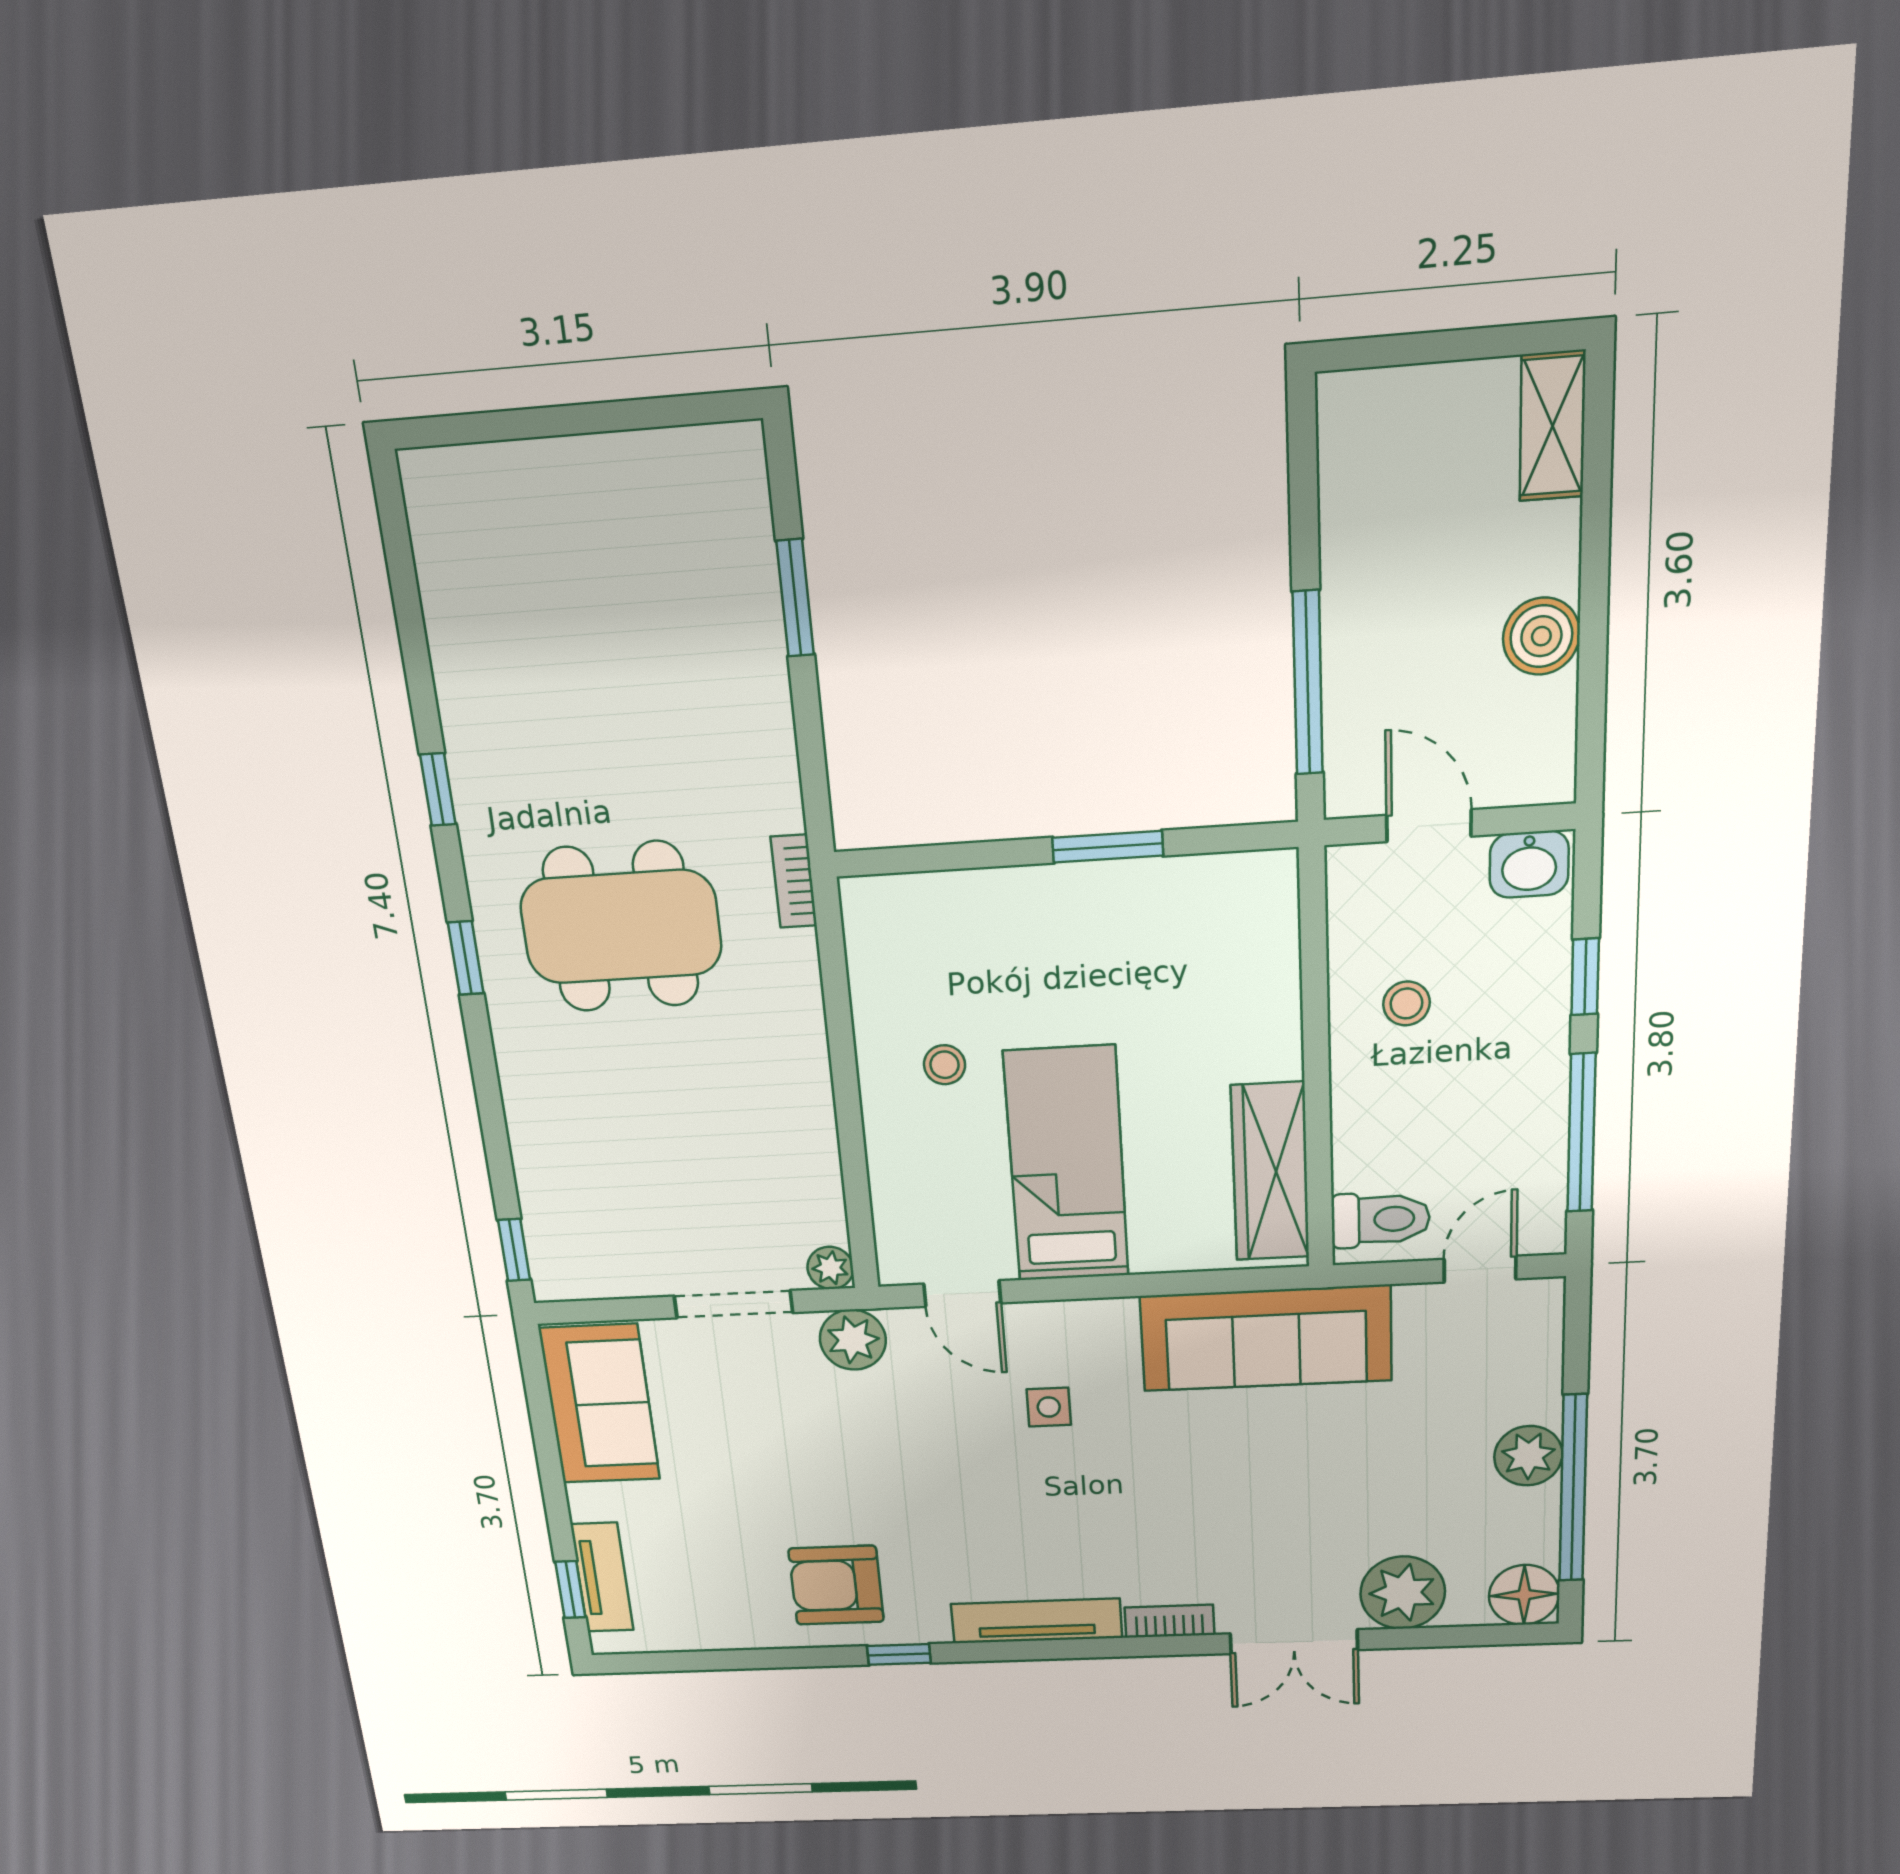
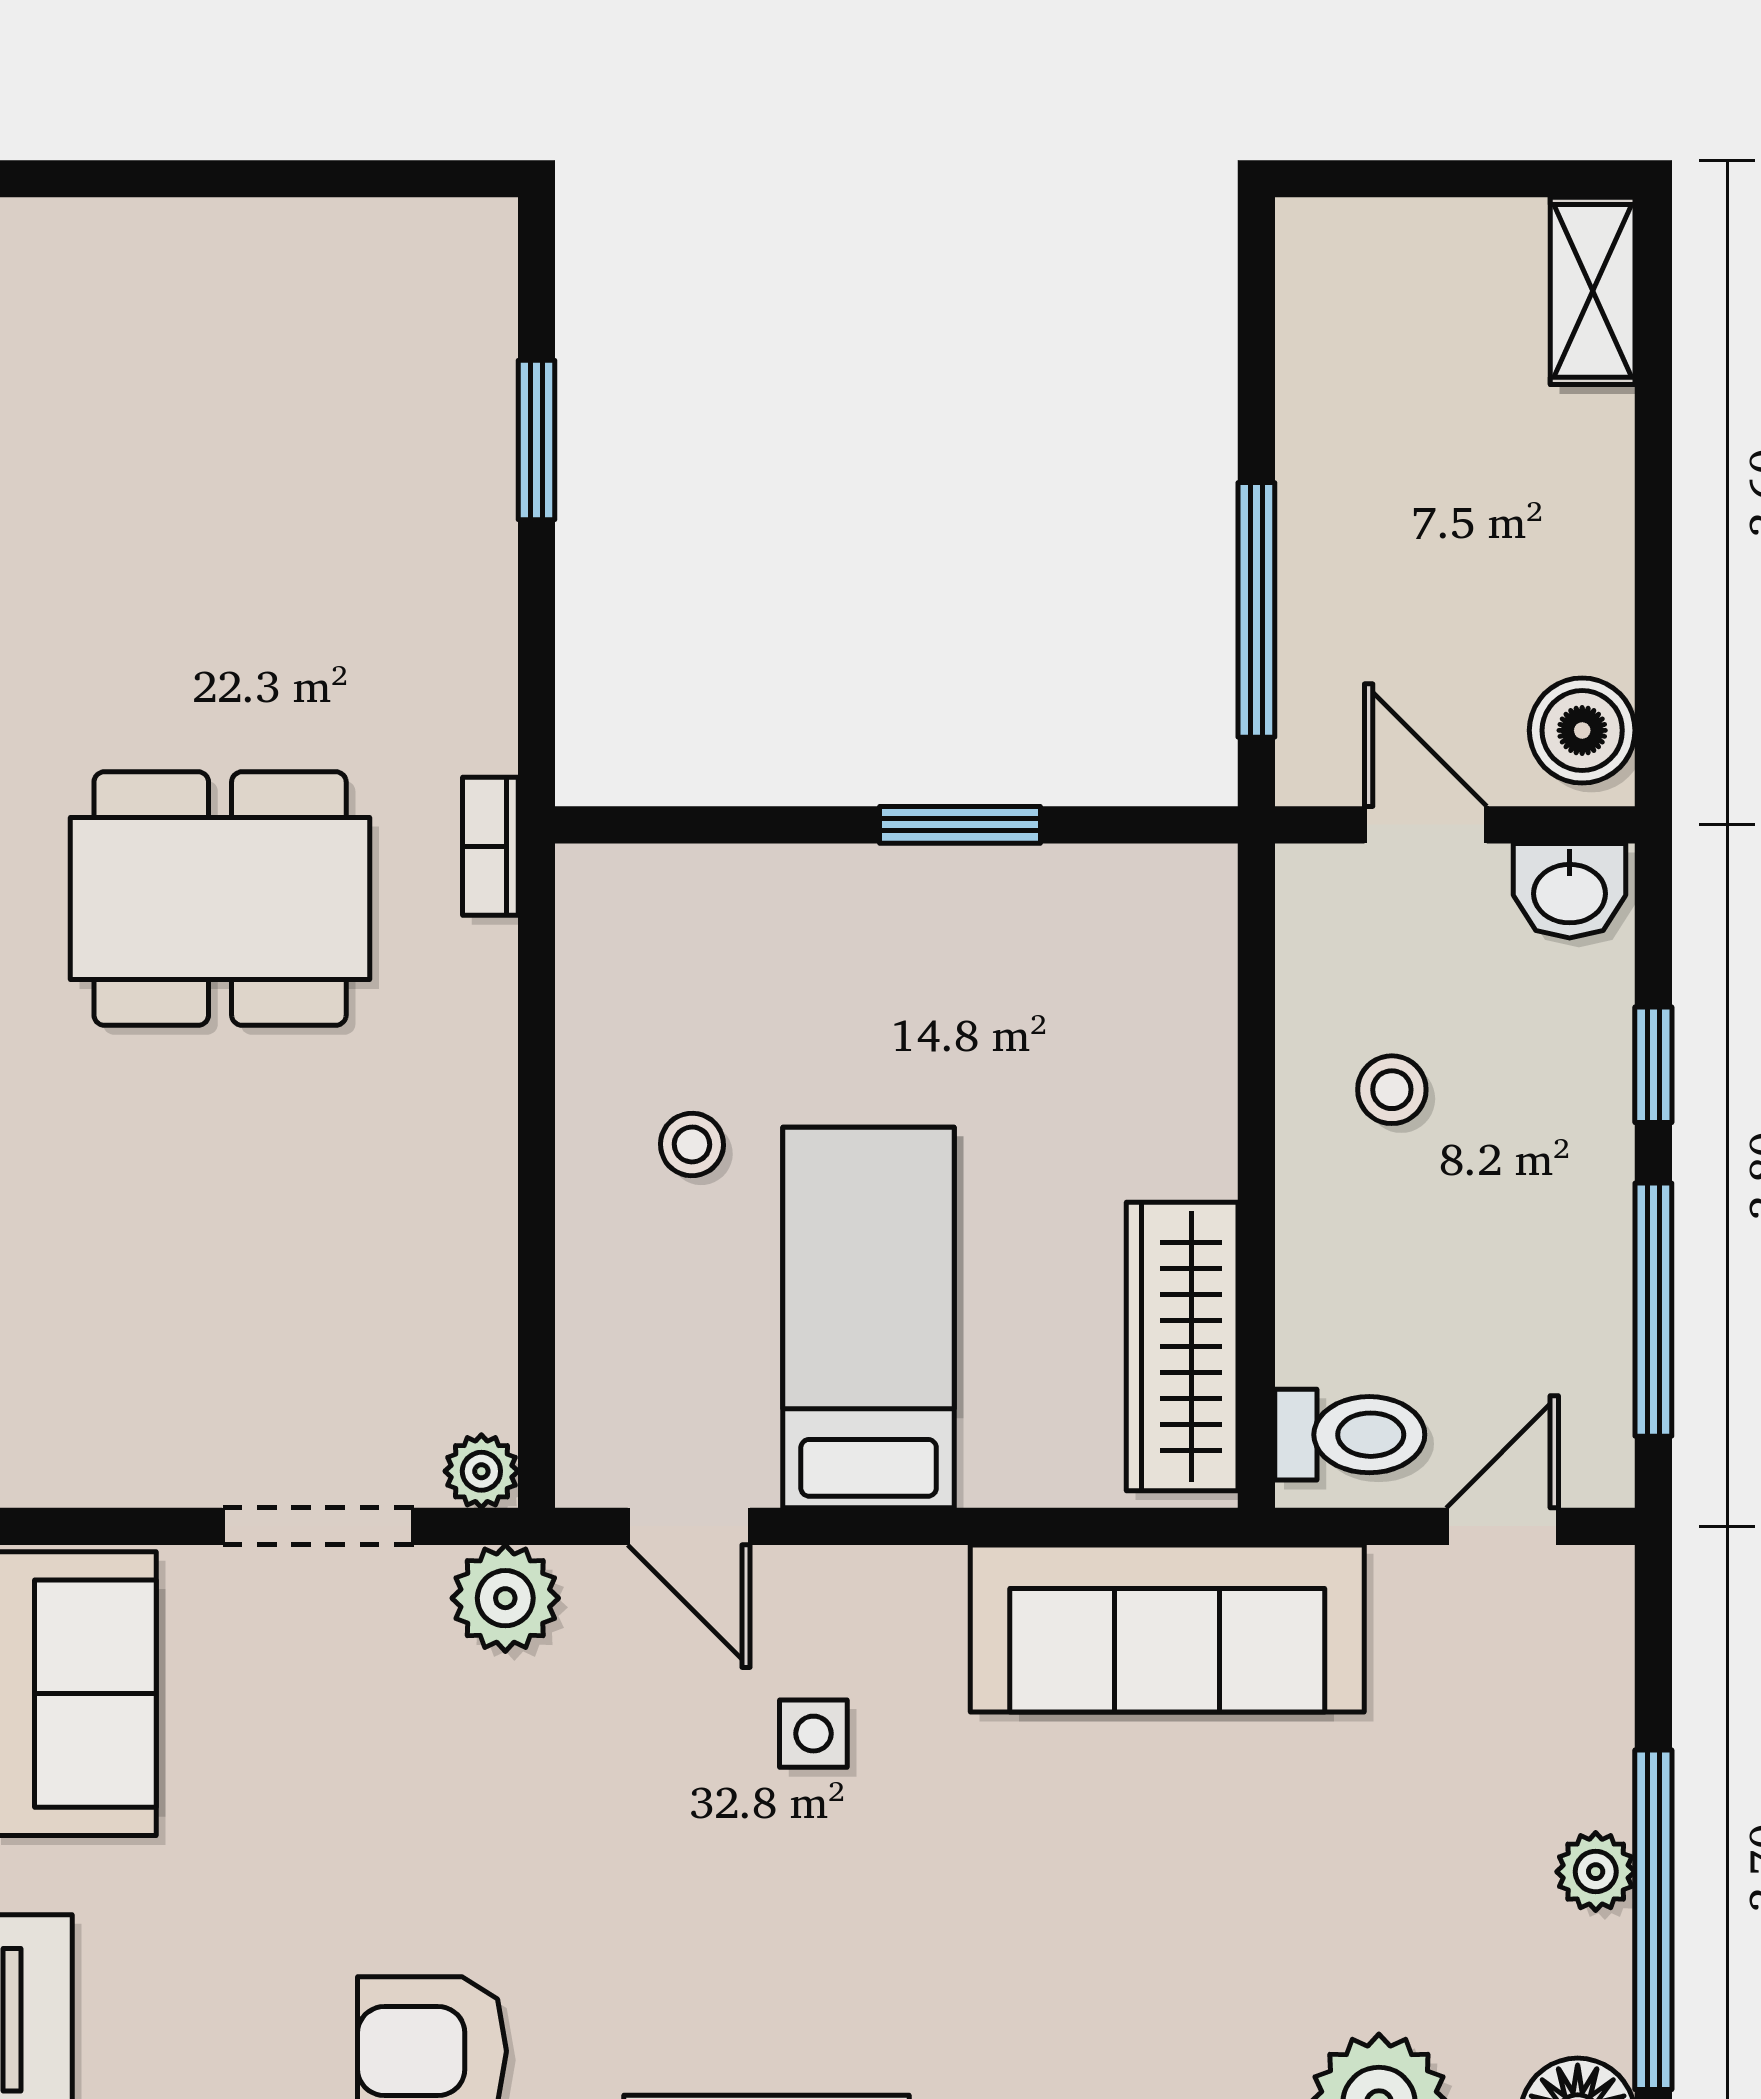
boiler: (1541, 636) -> (1582, 730), moved
plant: (1528, 1456) -> (1596, 1872), width x0.73, depth x0.73

